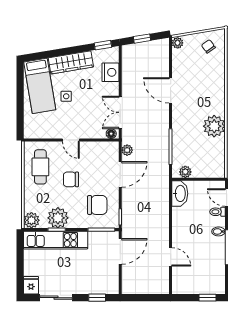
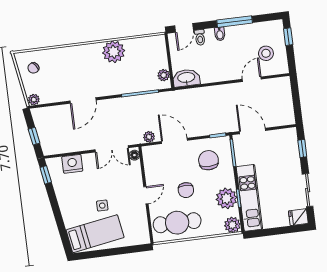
wardrobe: (71, 62) -> (67, 205), removed
cafe table: (40, 167) -> (177, 223), width x1.37, depth x1.35
stool: (194, 274) -> (266, 53), added

